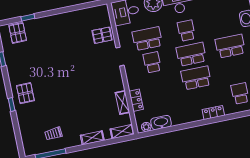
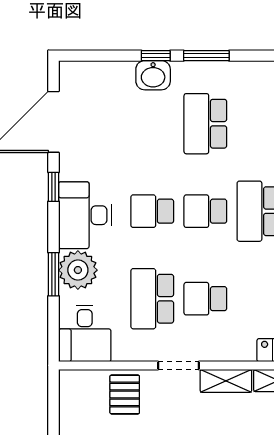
school desk: (191, 54) -> (205, 211), width x0.54
shelving: (117, 79) -> (226, 381), added

